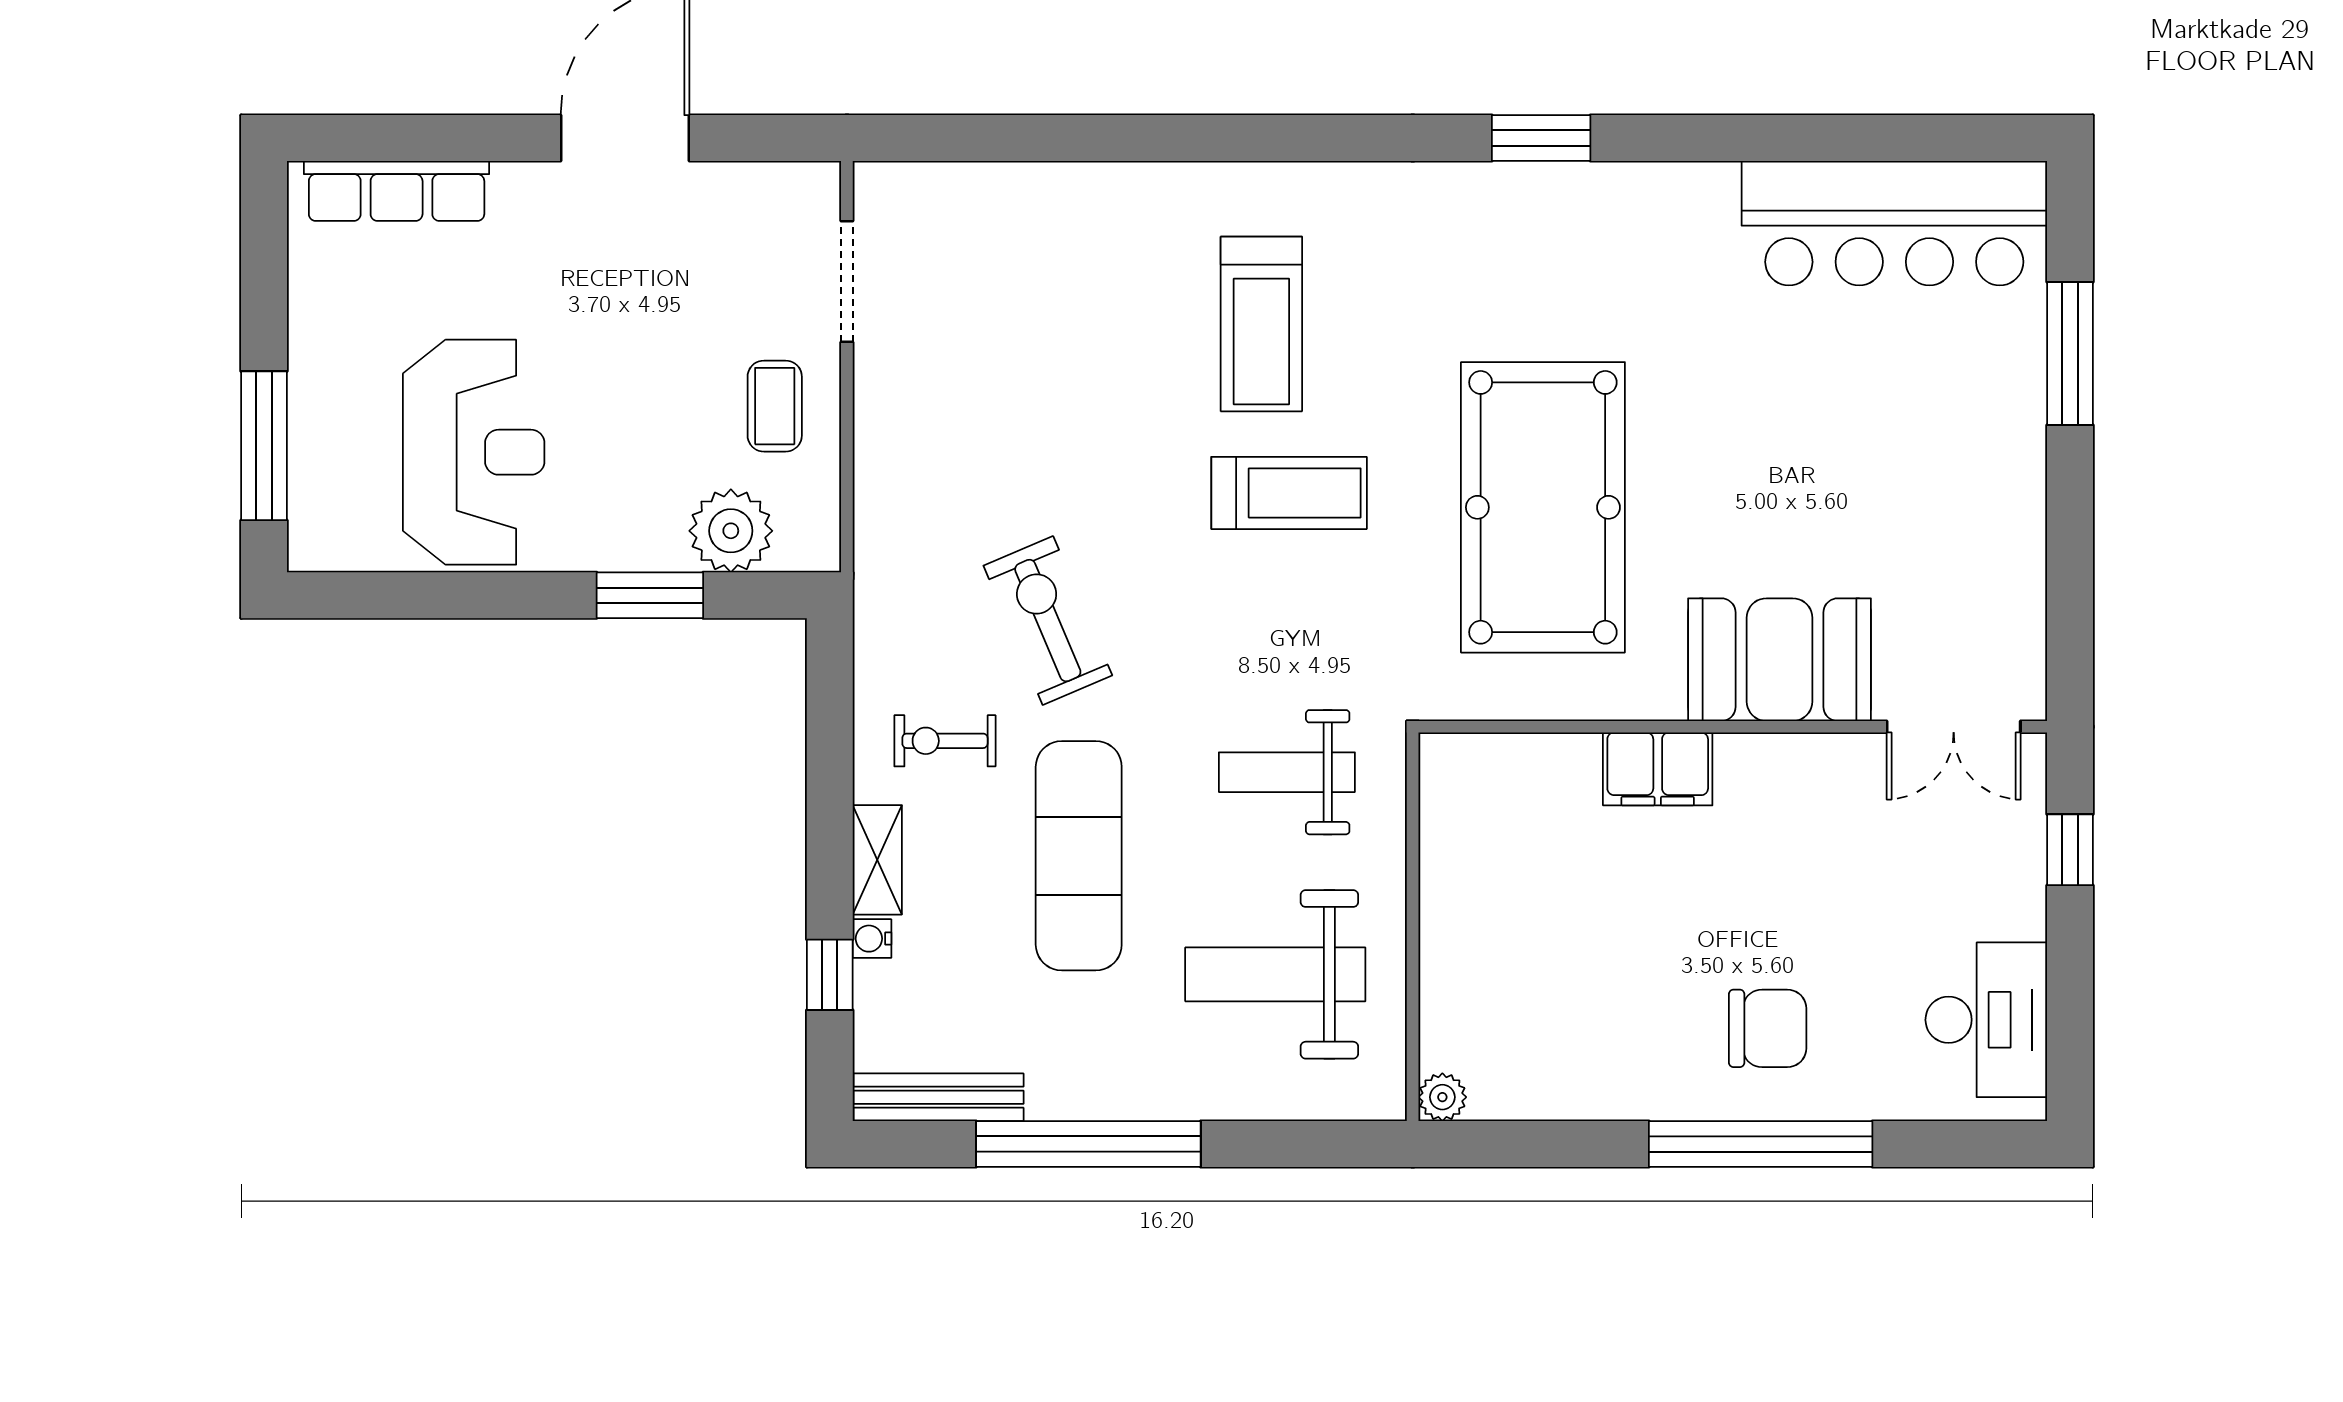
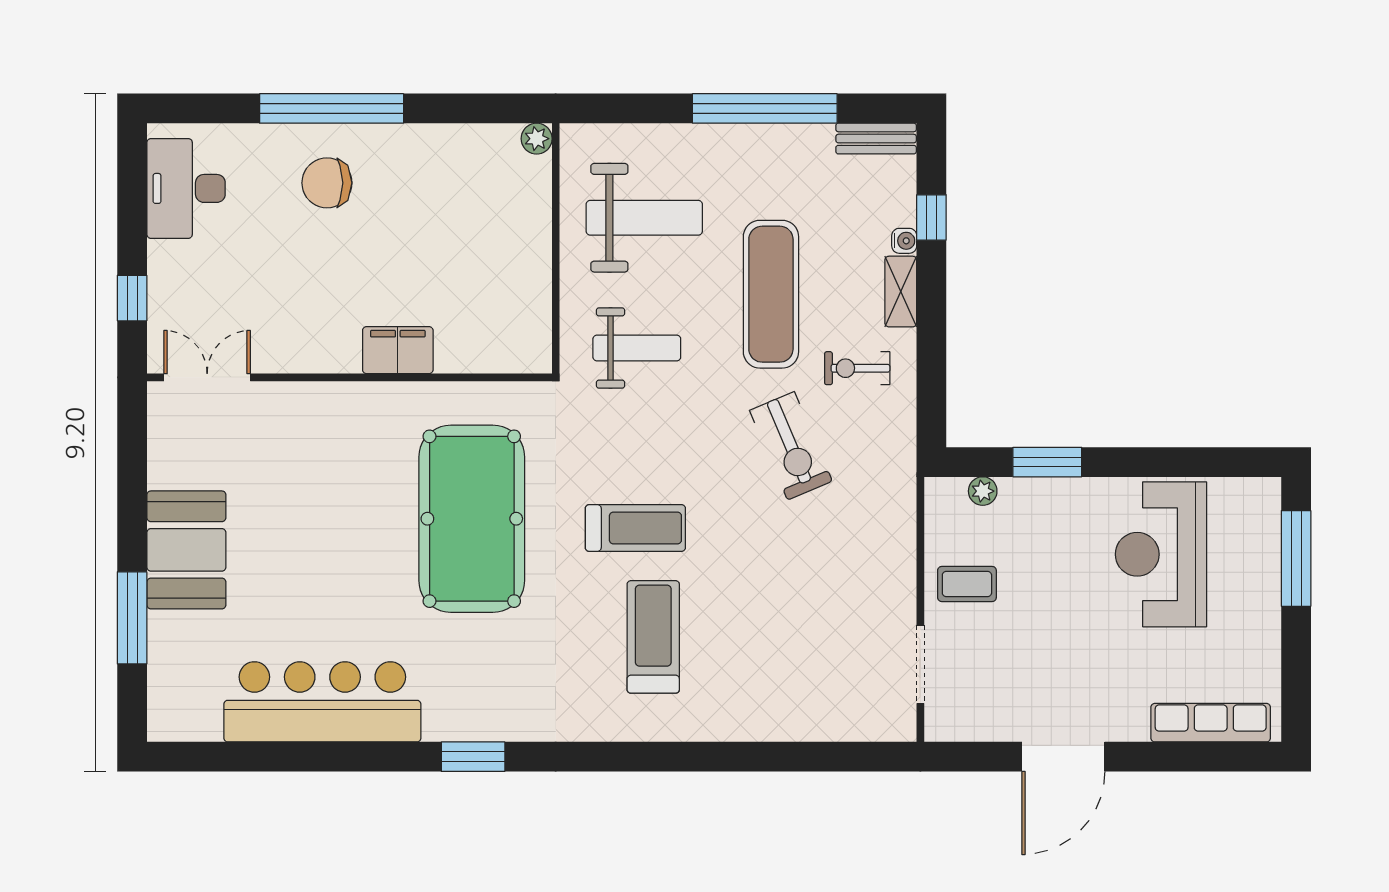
bar counter: (1894, 223) -> (322, 702), moved
coffee table: (775, 406) -> (967, 584), turned 90
treadmill: (1289, 493) -> (635, 528), turned 180
plant: (731, 531) -> (983, 491), width x0.53, depth x0.53
booth: (1780, 660) -> (186, 550), moved, turned 90
exercise bike: (945, 741) -> (857, 368), turned 180
bench: (938, 1097) -> (876, 139), width x0.73

